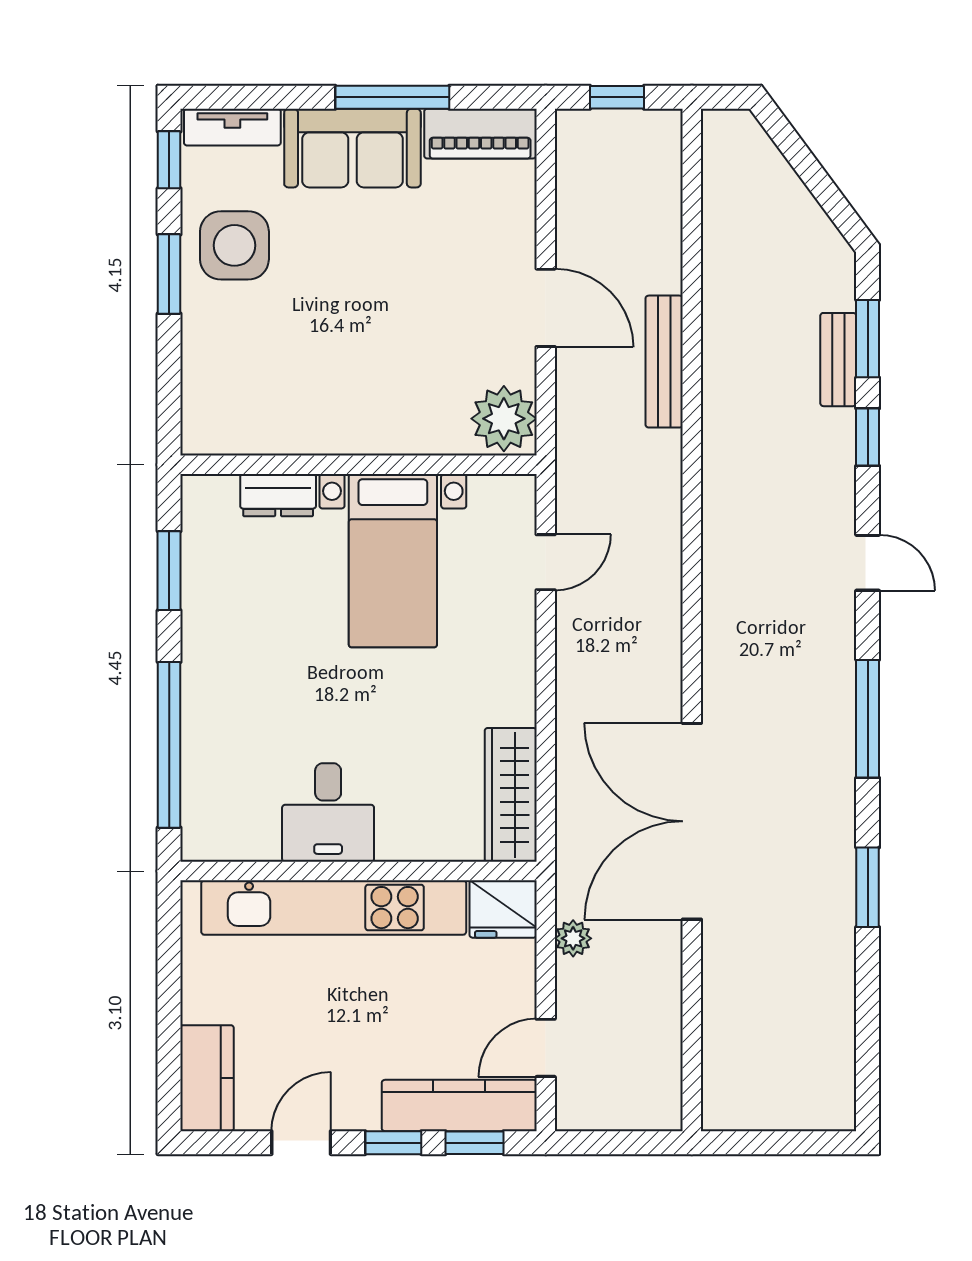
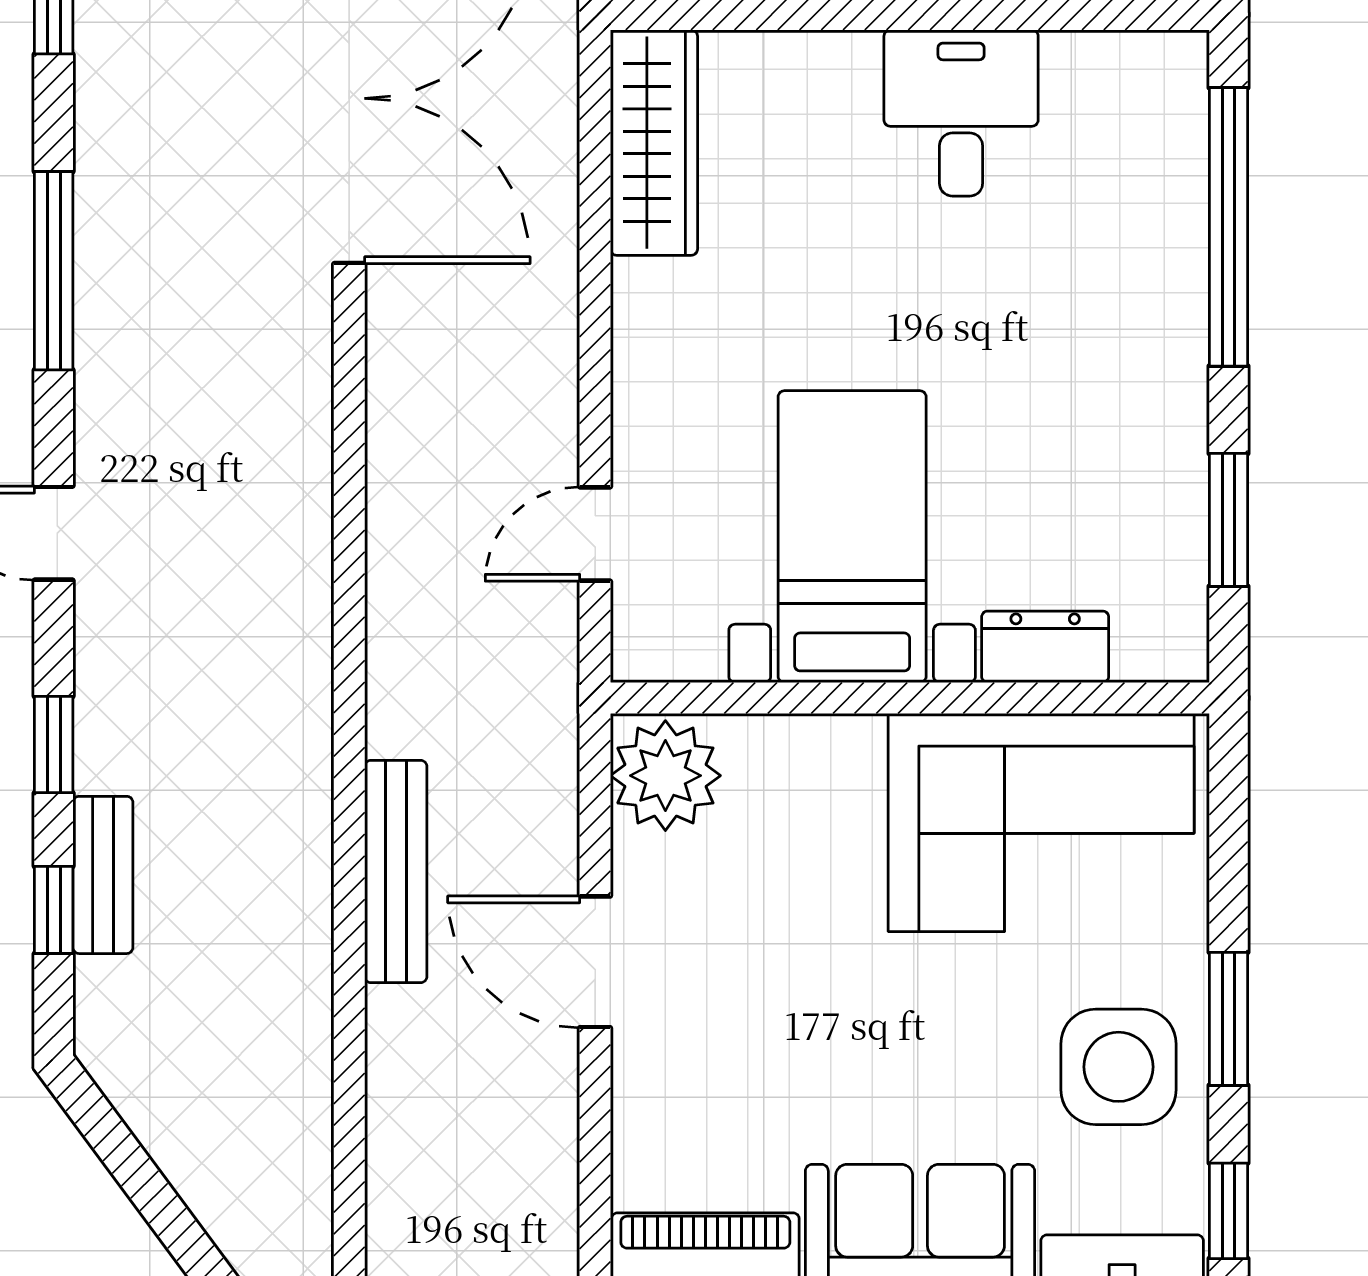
window: (868, 339) -> (54, 910), width x0.67
corner sofa: (280, 391) -> (1041, 822), added

